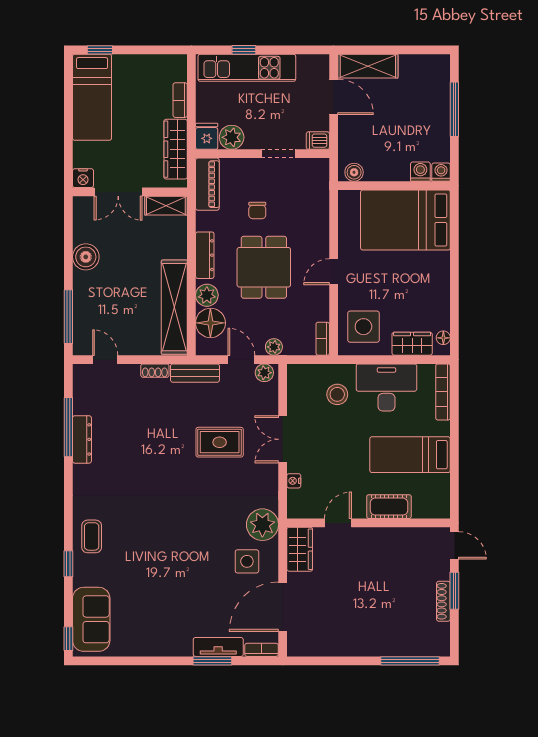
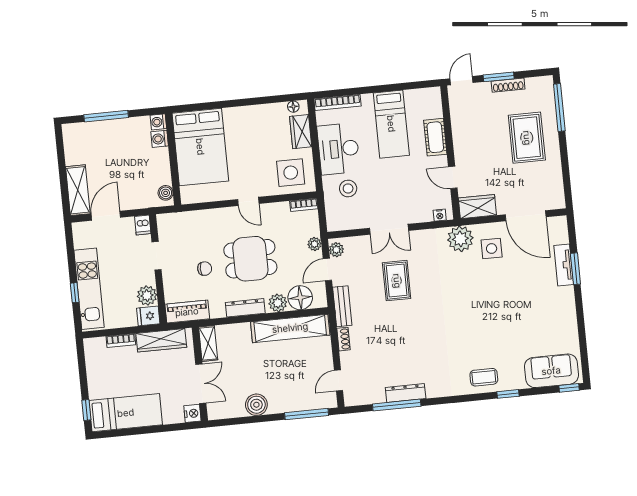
nightstand: (294, 481) -> (440, 215), moved
rug: (377, 618) -> (527, 138), added
bookcase: (262, 650) -> (563, 229), removed

